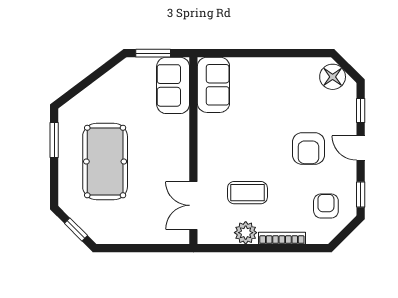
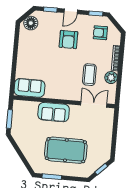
sofa: (173, 85) -> (54, 112), moved
armchair: (308, 148) -> (68, 40), turned 90
double door: (193, 205) -> (94, 104), swing flipped

